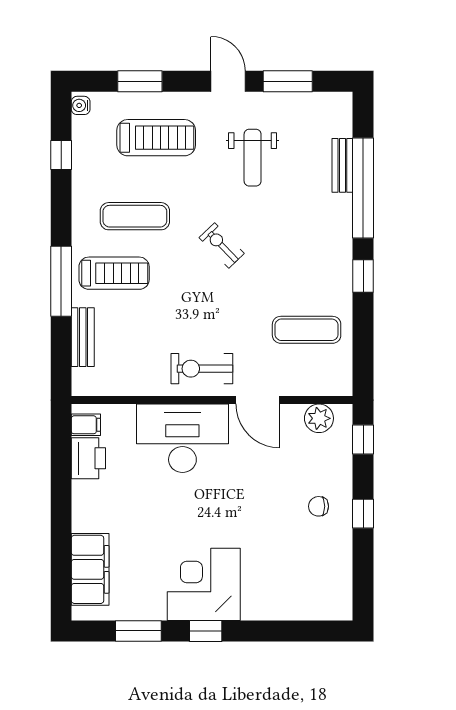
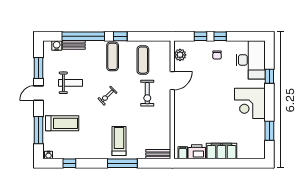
window: (140, 81) -> (38, 130), width x1.44
water cooler: (341, 125) -> (57, 46), added
treadmill: (156, 138) -> (62, 123), turned 90
exercise mat: (135, 216) -> (113, 56), moved
bench: (83, 337) -> (158, 154), moved
exercise bike: (202, 369) -> (147, 93), moved
desk: (182, 438) -> (251, 60), moved, turned 180
window: (363, 439) -> (200, 36), moved
filing cabinet: (90, 569) -> (221, 151), moved
window: (206, 631) -> (269, 76), moved

